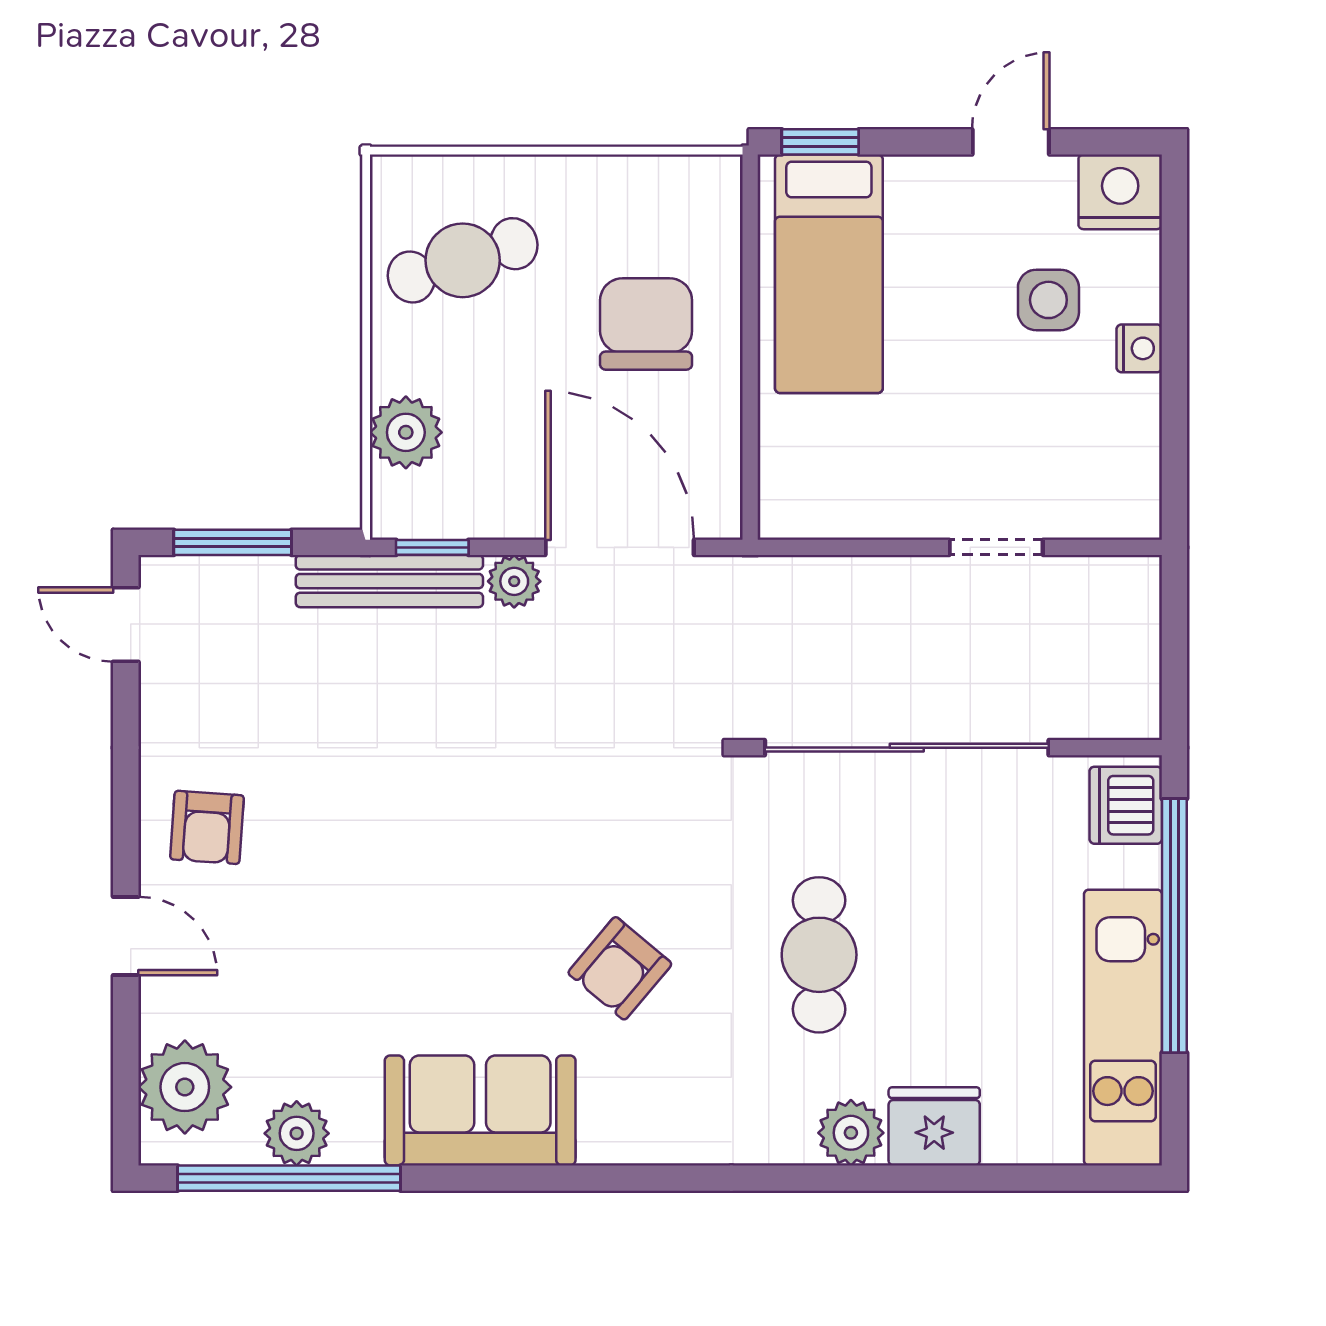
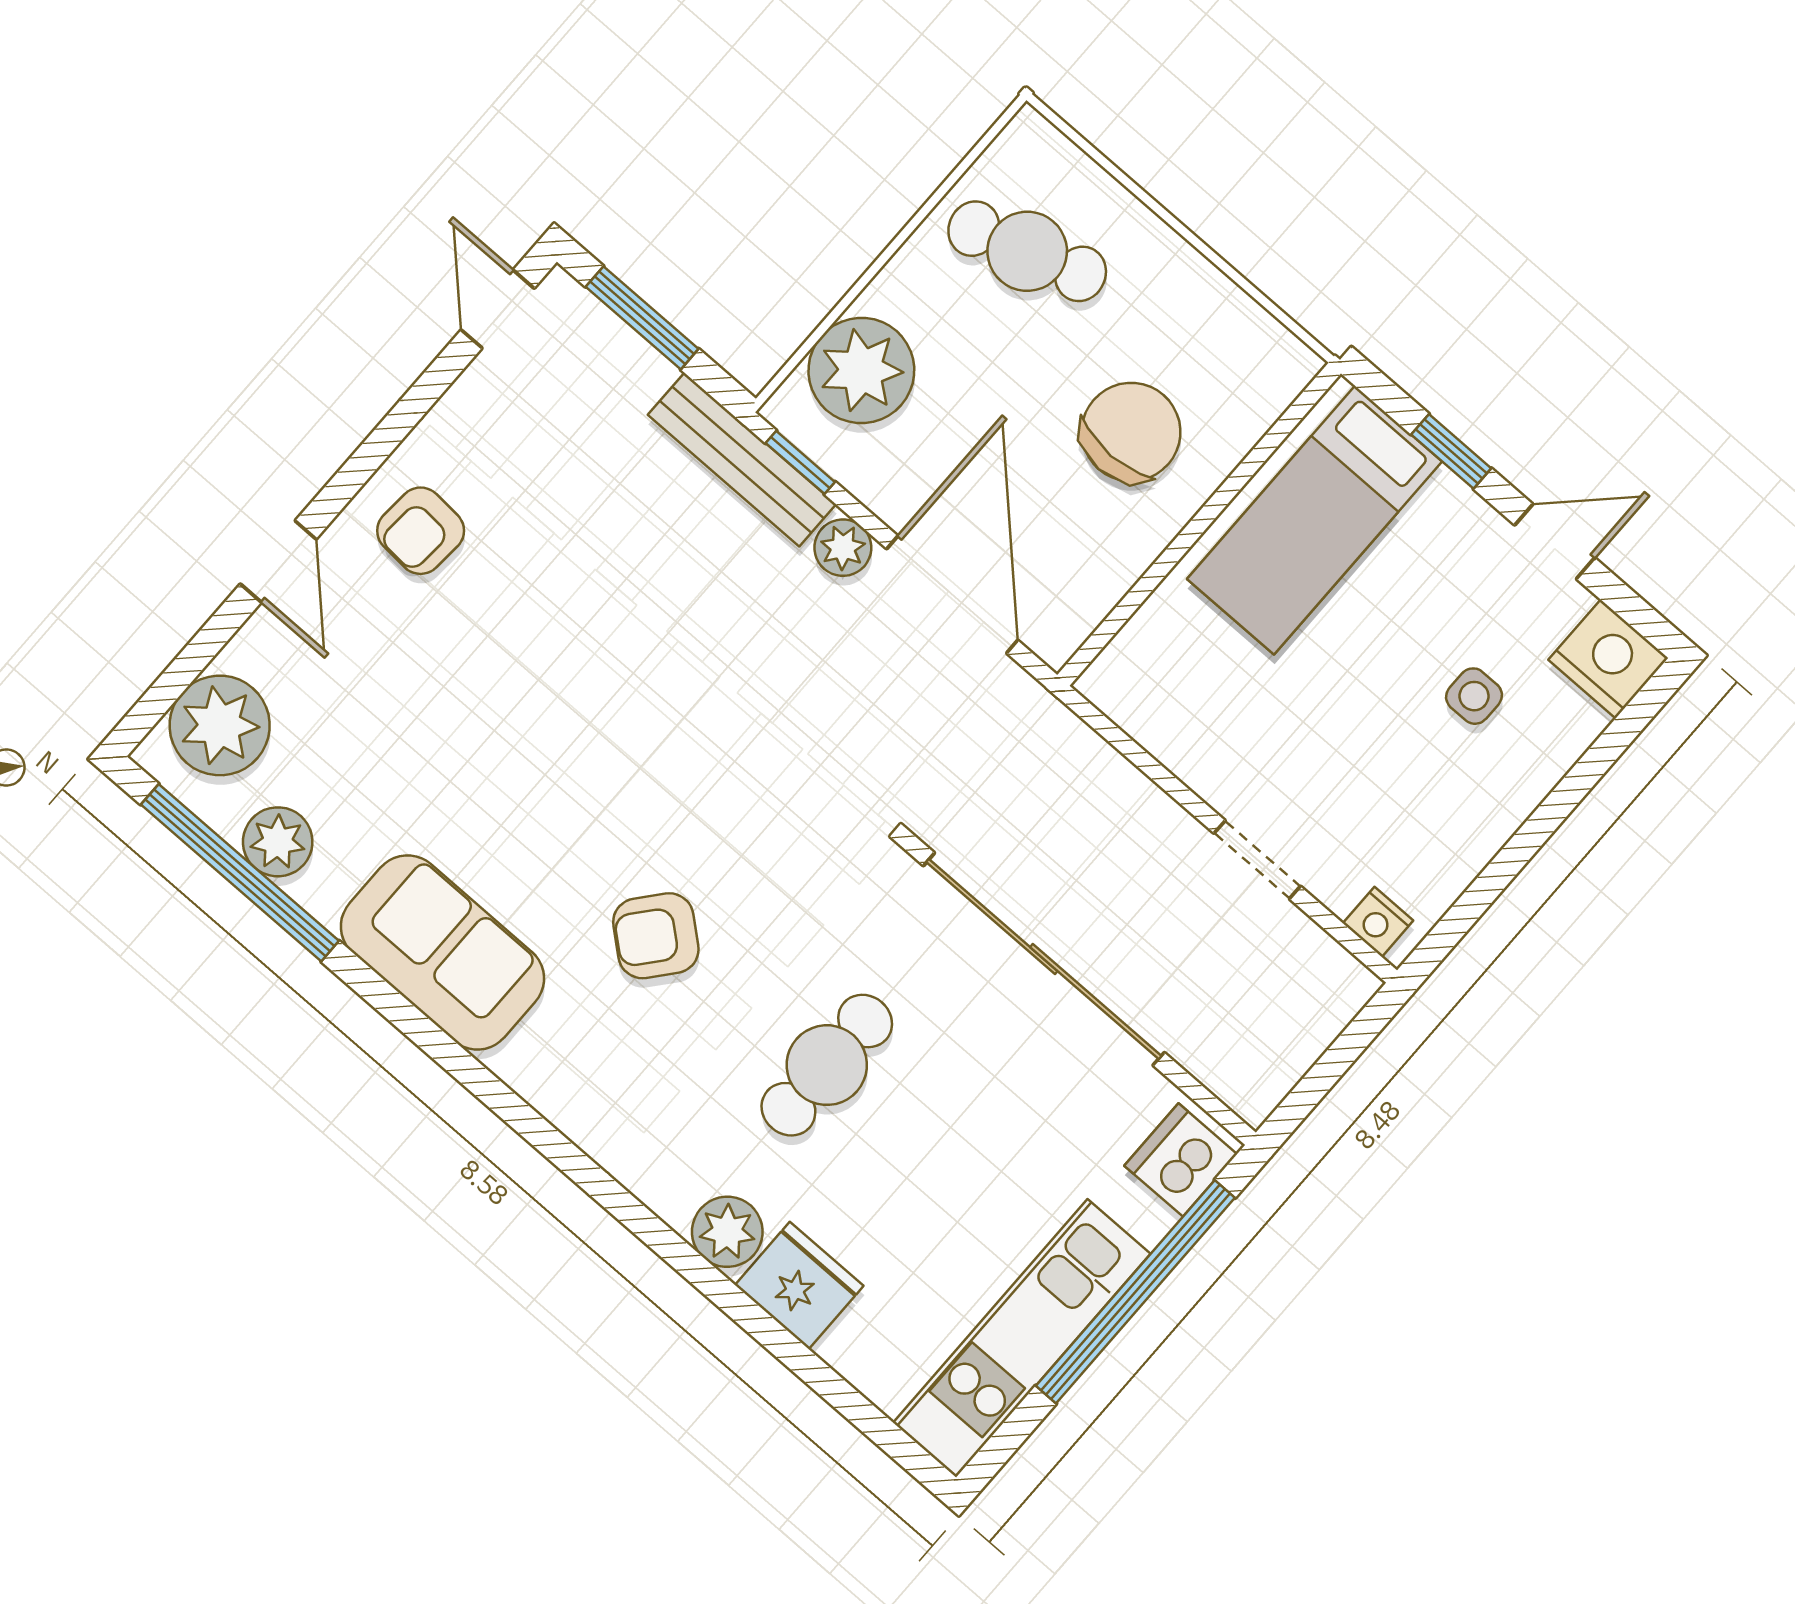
window: (820, 142) -> (1451, 451), moved
side table: (1048, 300) -> (1474, 696), width x0.73, depth x0.73
nightstand: (1139, 348) -> (1378, 922), moved, turned 90
plant: (406, 432) -> (861, 370), width x1.36, depth x1.36

